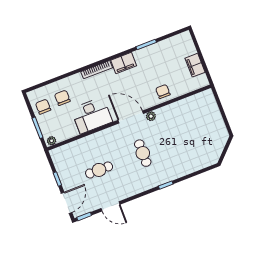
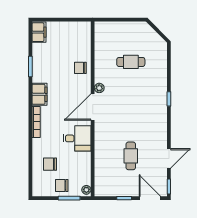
filing cabinet: (195, 65) -> (39, 32), moved, turned -90
chair: (43, 107) -> (62, 186), moved
desk: (92, 115) -> (77, 138), width x0.73
cafe table: (143, 153) -> (131, 62), moved

